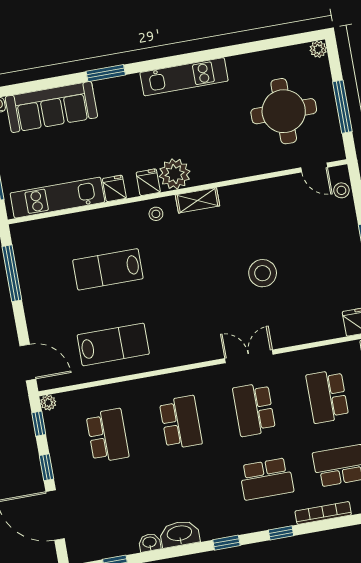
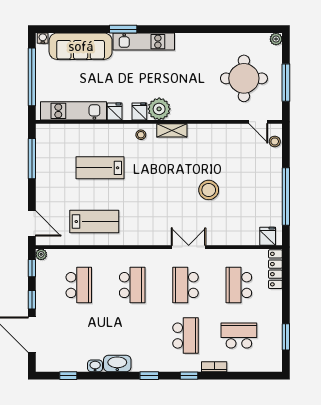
kitchen unit: (184, 77) -> (144, 42), moved
school desk: (266, 479) -> (186, 336), turned -90
bookcase: (323, 513) -> (214, 367), width x0.64

